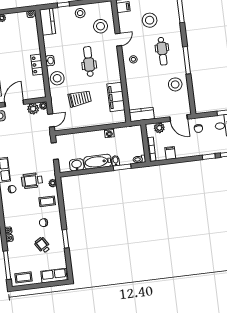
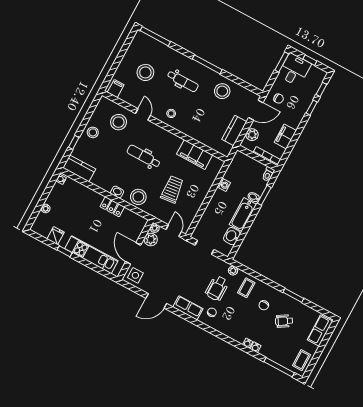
kitchen counter: (142, 114) -> (234, 131), moved
filing cabinet: (170, 153) -> (285, 136), width x2.00

